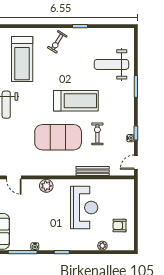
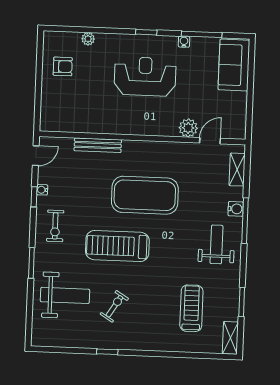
exercise bike: (57, 42) -> (114, 306), moved
treadmill: (22, 59) -> (191, 308), width x0.73, depth x0.73
exercise bike: (97, 134) -> (55, 226), moved
door: (14, 177) -> (210, 141), hinge flipped
plant: (46, 186) -> (188, 128), moved
reception desk: (84, 208) -> (145, 76), moved, turned 90

